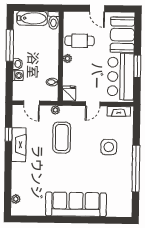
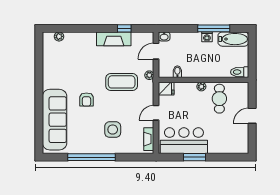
bathtub: (32, 18) -> (233, 39), moved, turned -90
booth: (122, 35) -> (226, 142), removed
washbasin: (18, 64) -> (164, 36), moved
washing machine: (18, 76) -> (207, 37), moved
door: (93, 104) -> (156, 113), hinge flipped
armchair: (79, 173) -> (86, 99), added
sofa: (76, 204) -> (55, 120), moved

